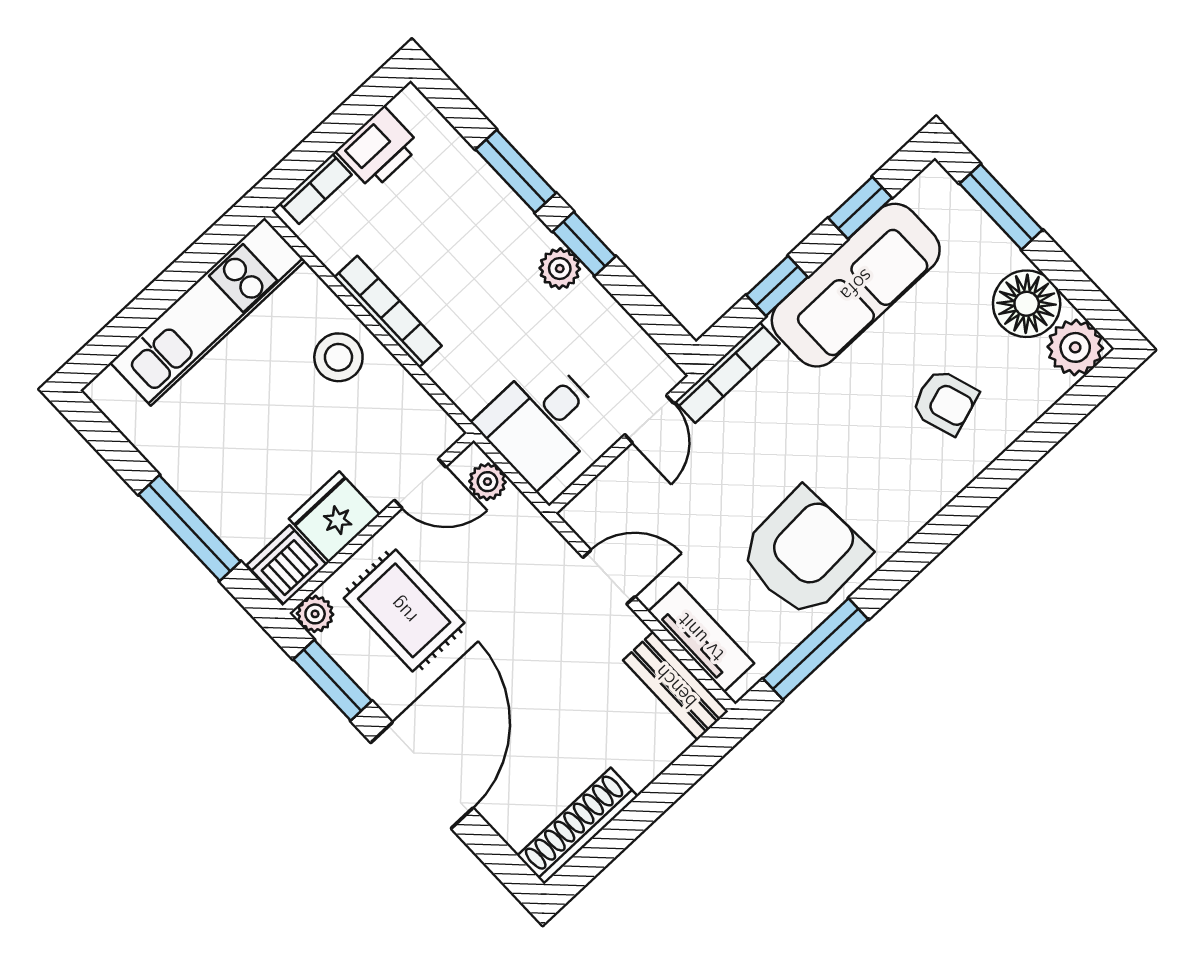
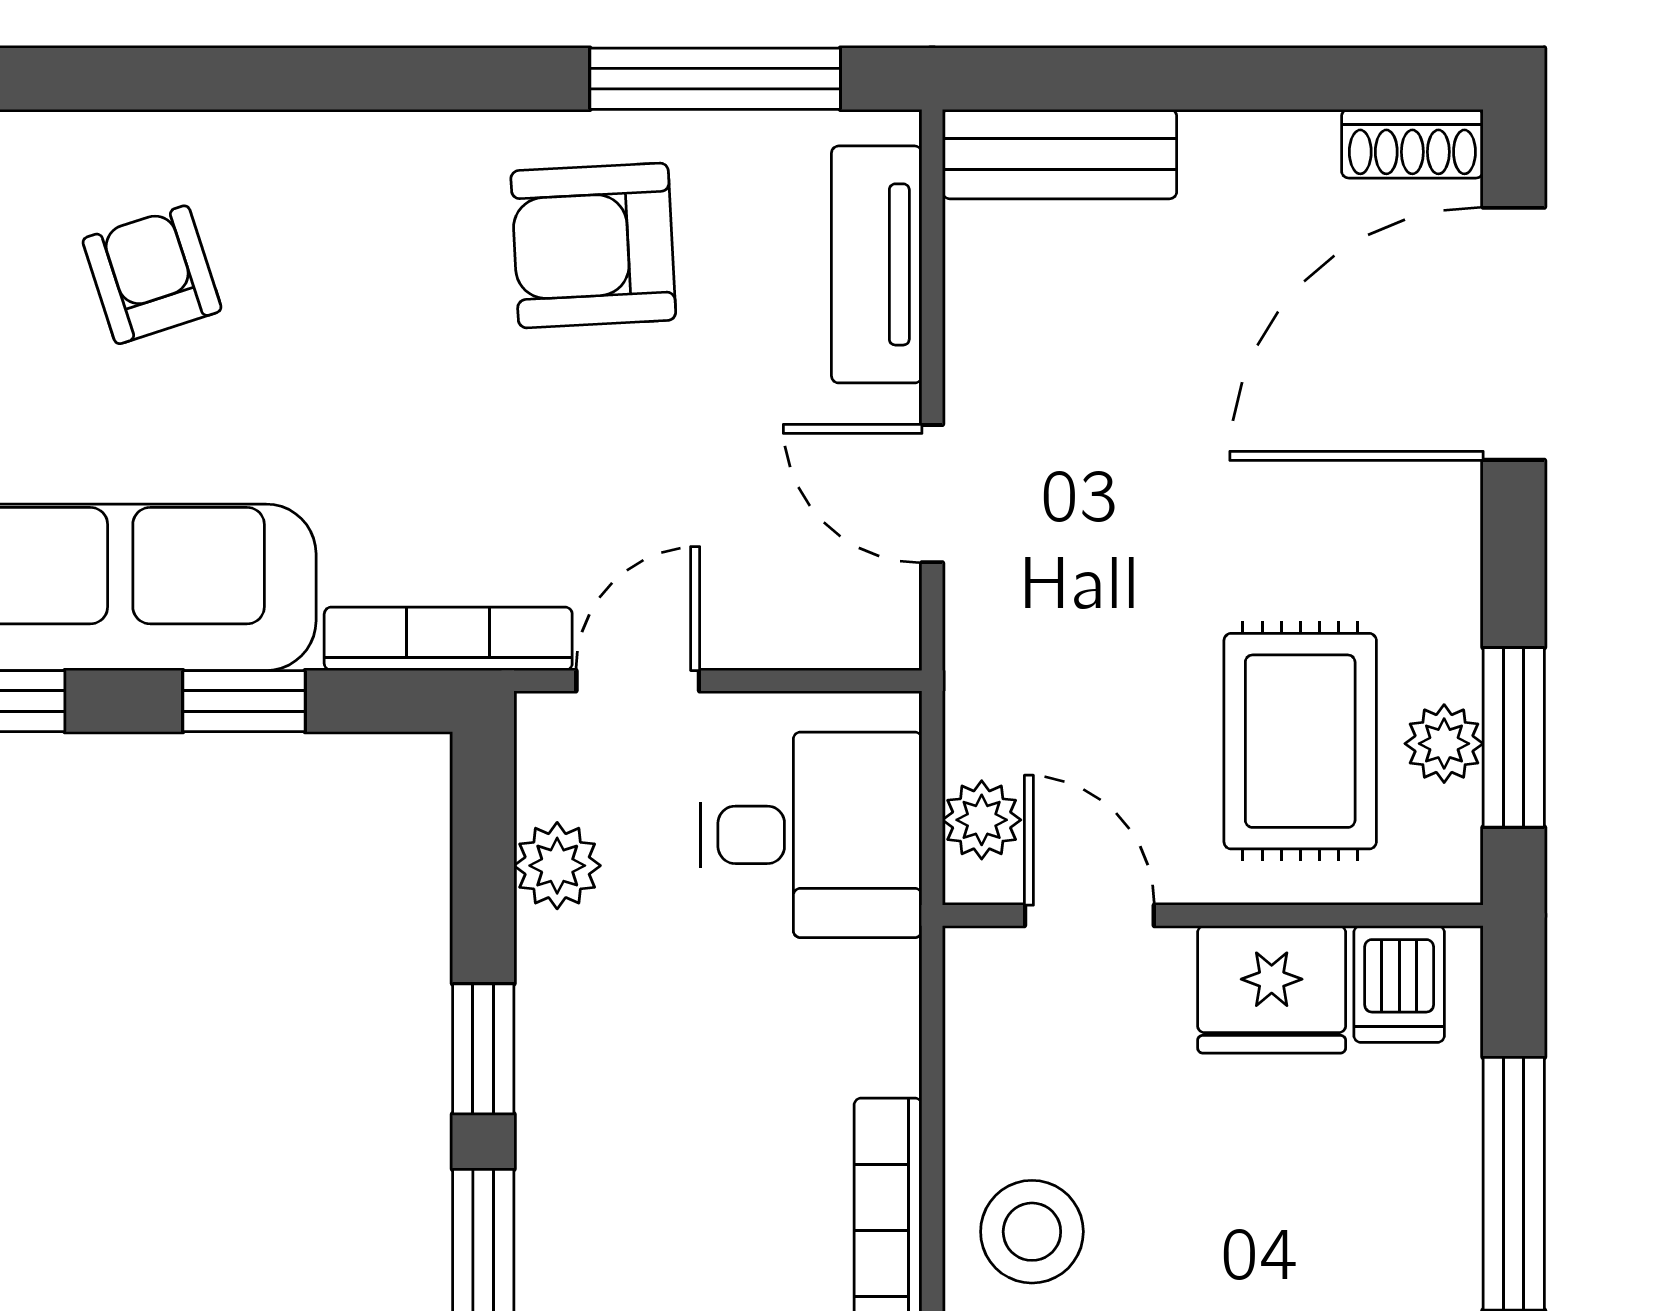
plant: (560, 269) -> (557, 866), moved
armchair: (804, 553) -> (593, 245), width x0.73, depth x0.73
dishwasher: (287, 565) -> (1399, 984), width x0.73
plant: (315, 614) -> (1444, 744), moved
bench: (676, 686) -> (1060, 154), moved, turned 90
door: (422, 775) -> (1514, 334), moved
shoe rack: (577, 826) -> (1412, 144), width x0.51, depth x0.81

